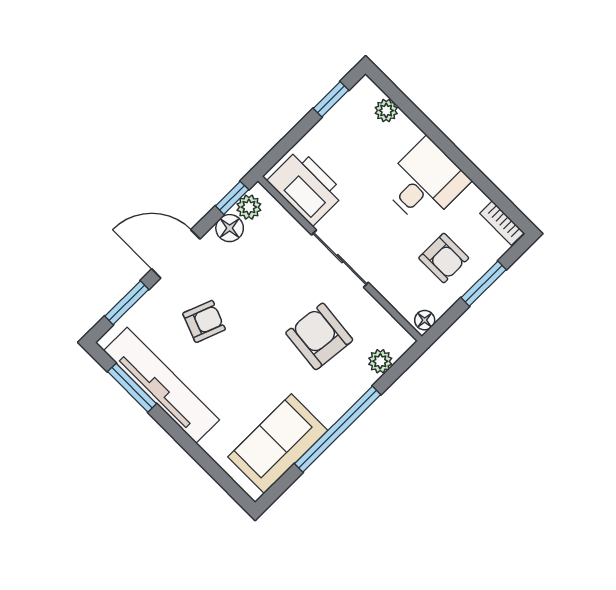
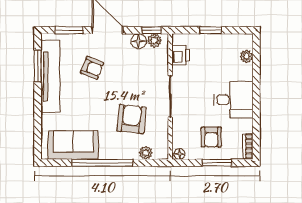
window: (331, 99) -> (211, 30), moved
printer: (306, 187) -> (181, 55), width x0.53, depth x0.68

